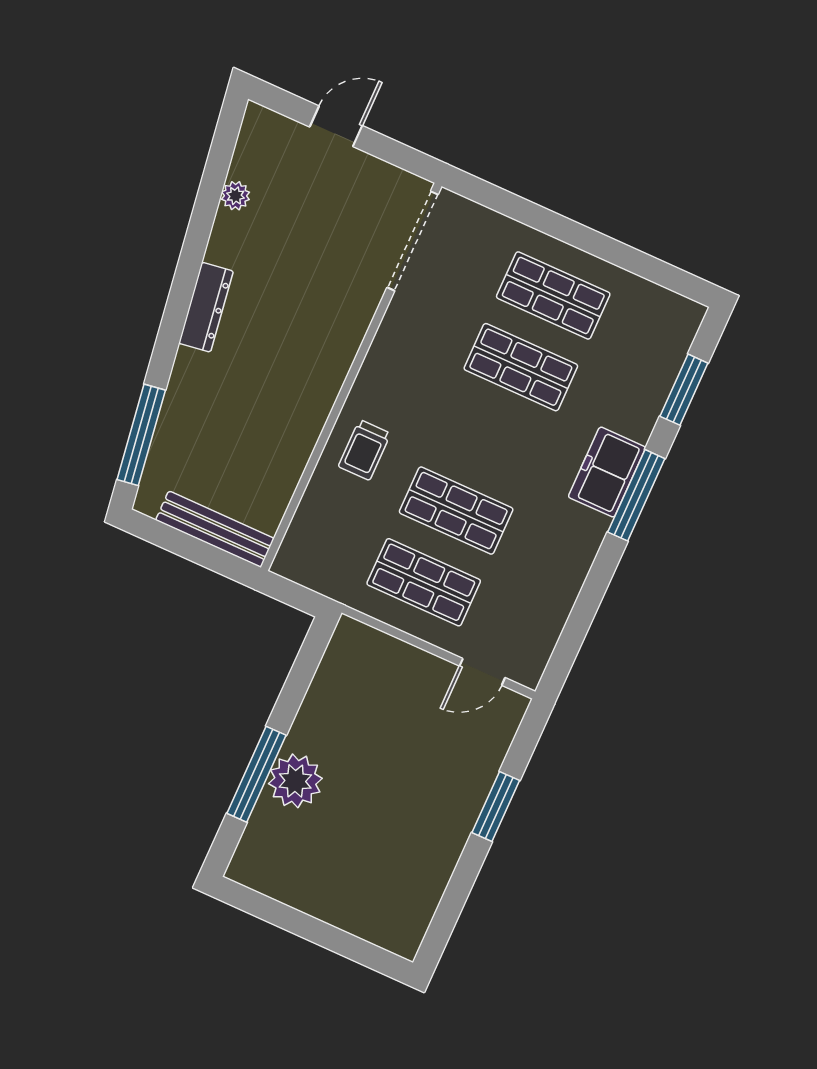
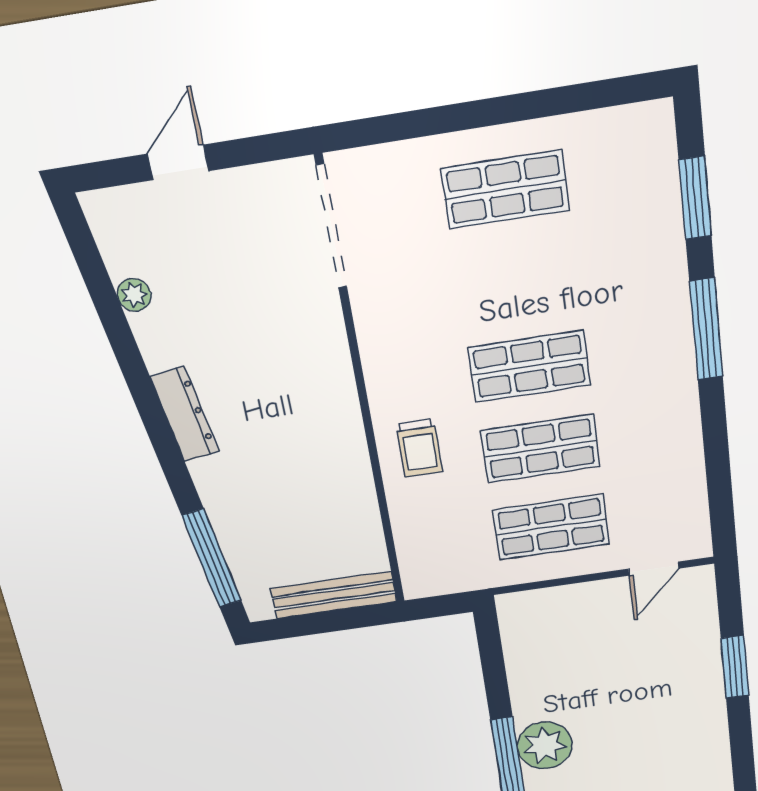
shop shelf: (521, 367) -> (529, 366), moved
freezer: (607, 472) -> (664, 326), removed

